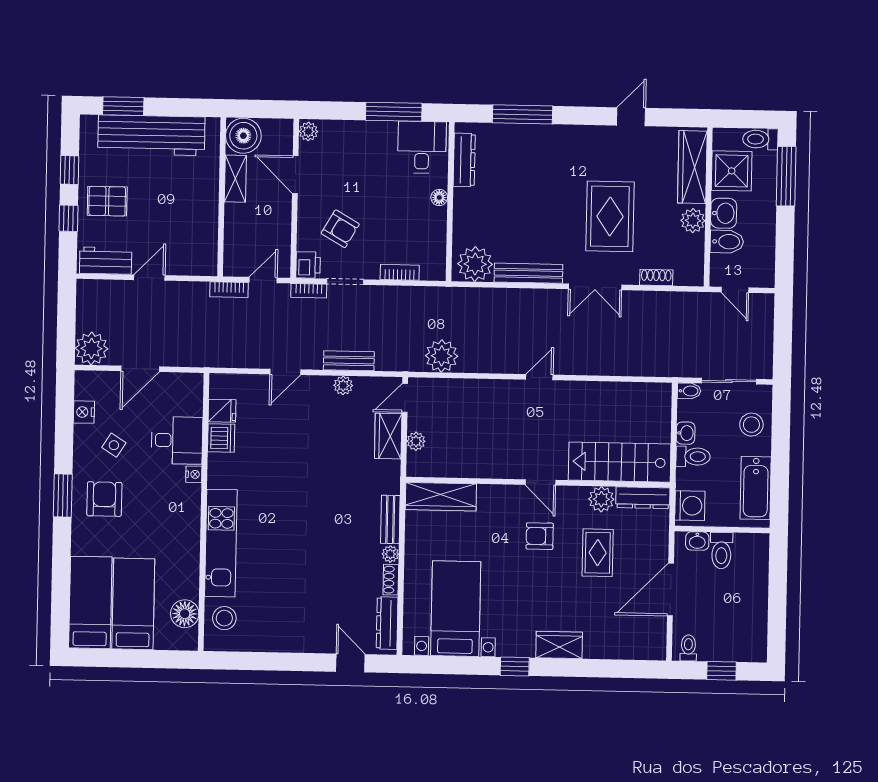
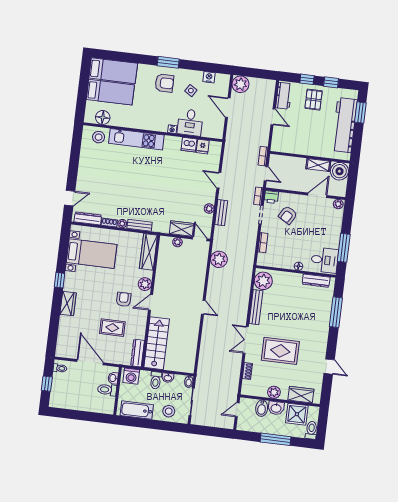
wardrobe: (692, 167) -> (301, 395), width x0.67
window: (786, 176) -> (276, 439), moved
plant: (601, 499) -> (145, 284), moved

